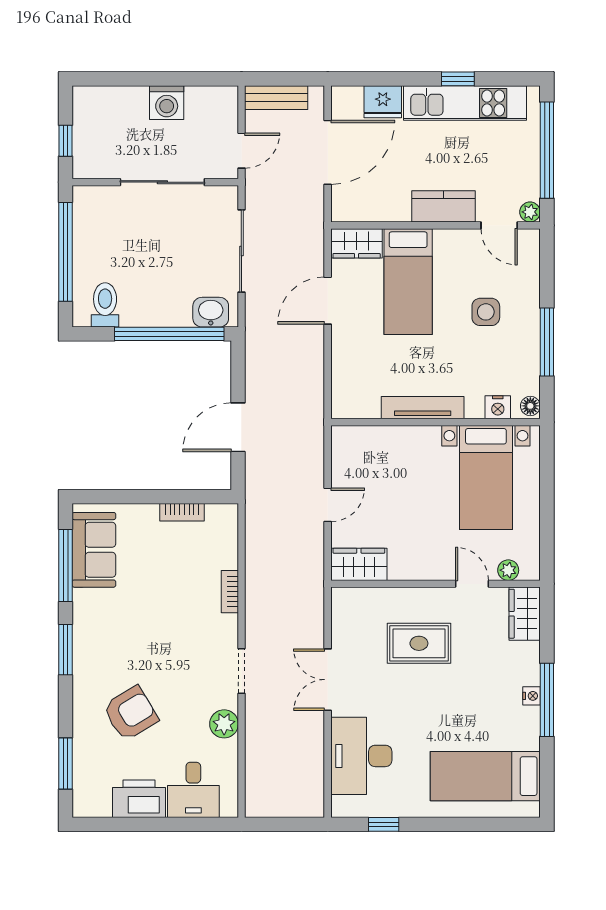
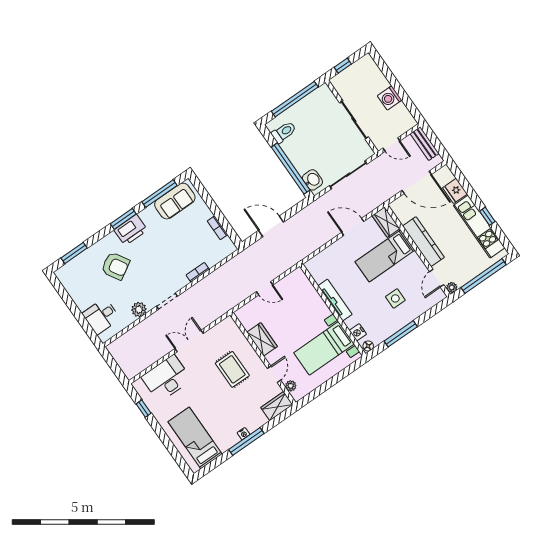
kitchen counter: (443, 206) -> (423, 242), width x1.50
wardrobe: (359, 564) -> (262, 339), moved
printer: (139, 799) -> (131, 230), moved, turned 90

